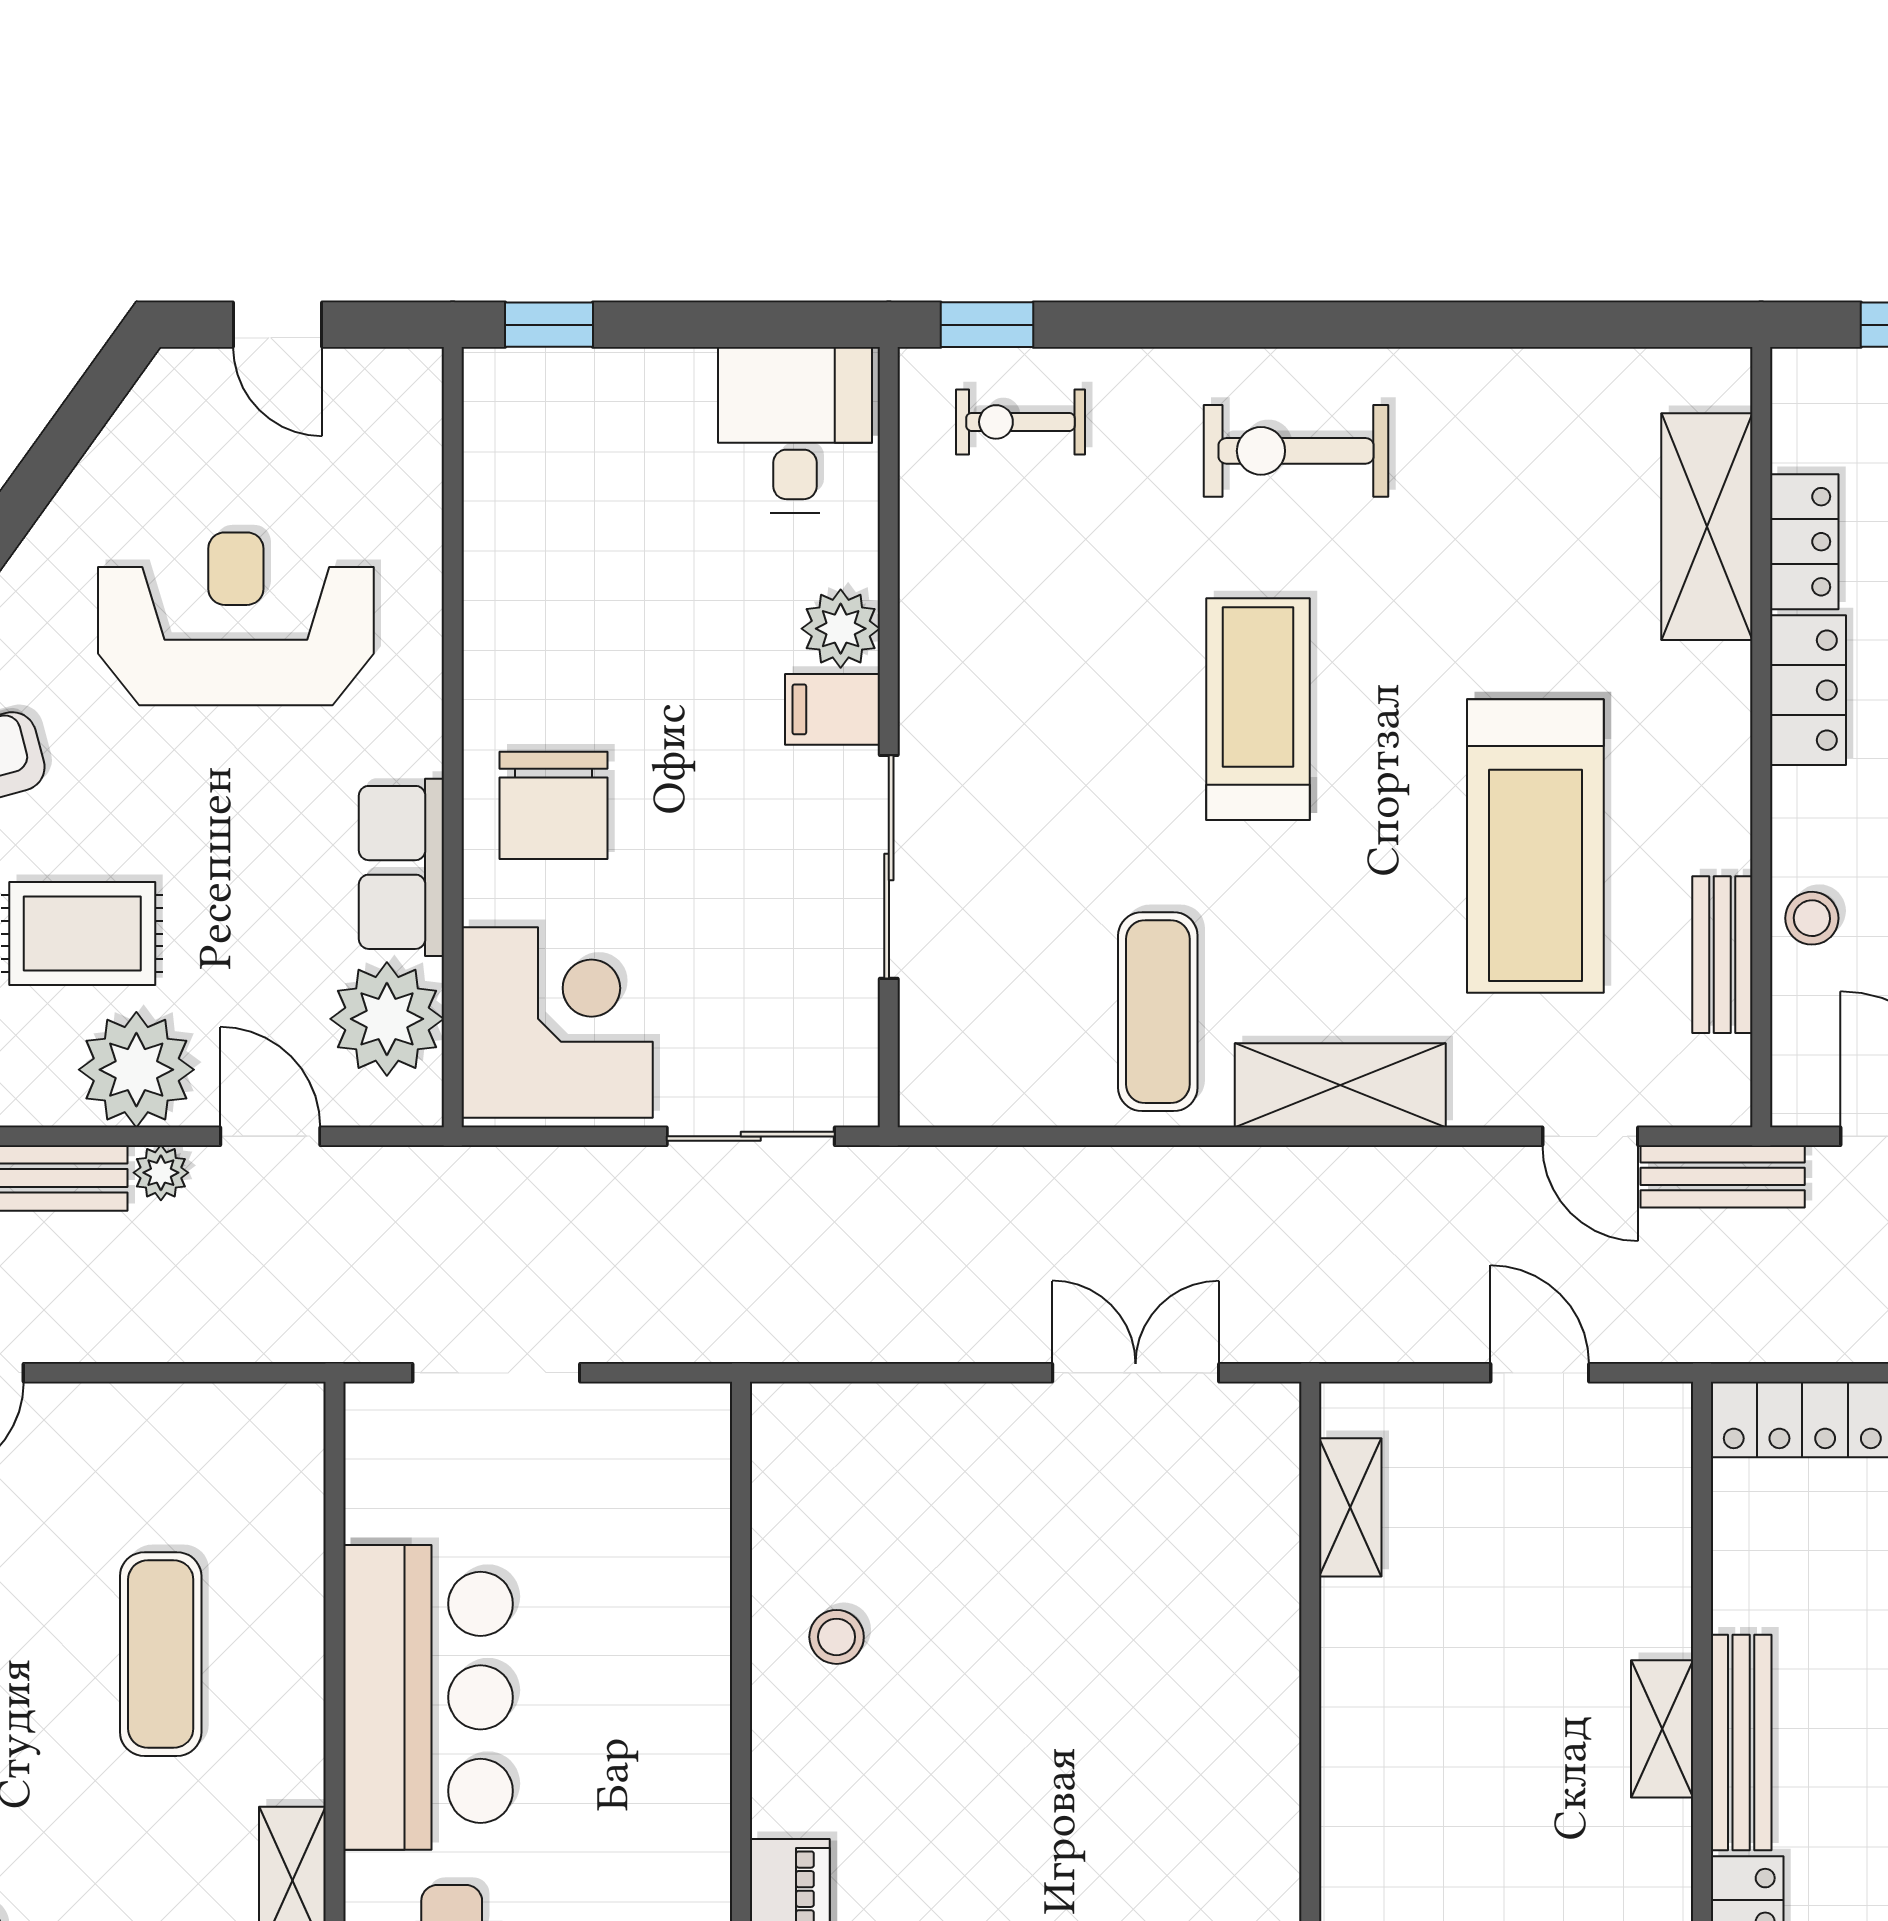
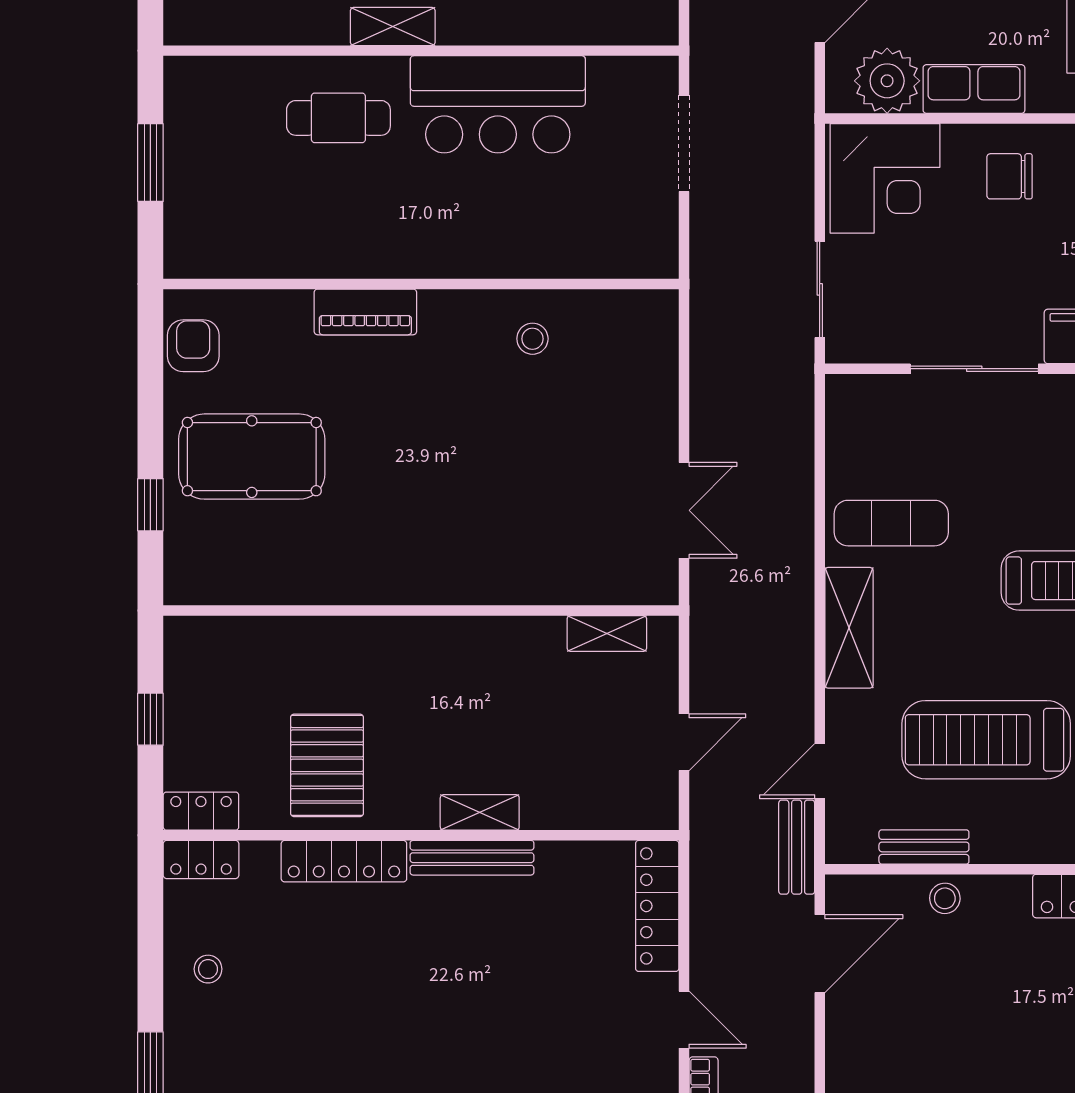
chair: (553, 805) -> (1010, 176), width x0.73, depth x0.73

